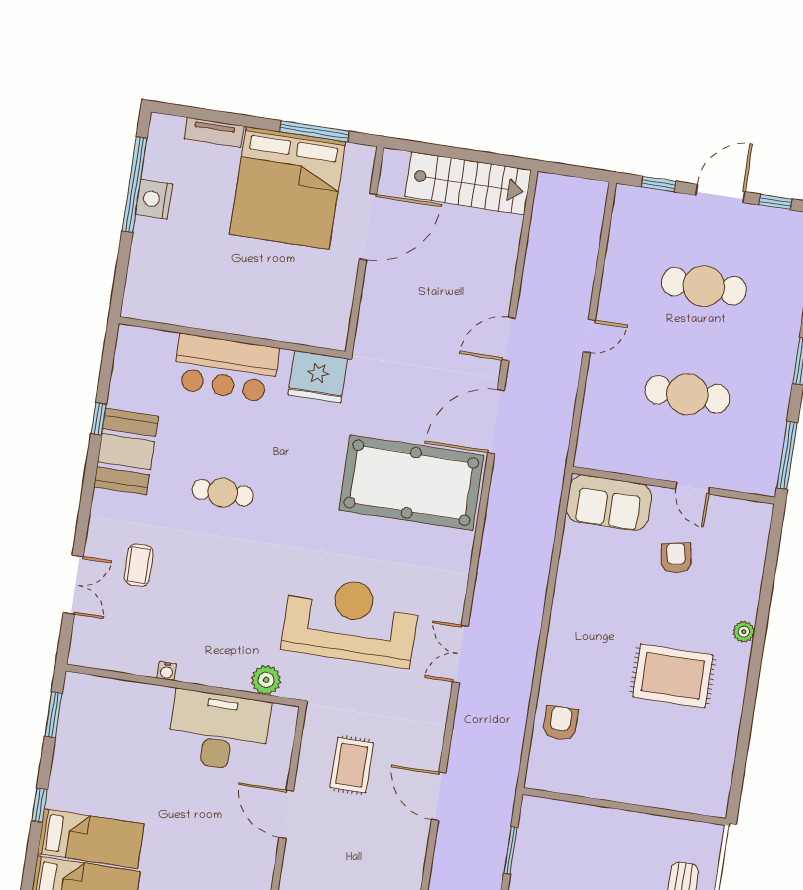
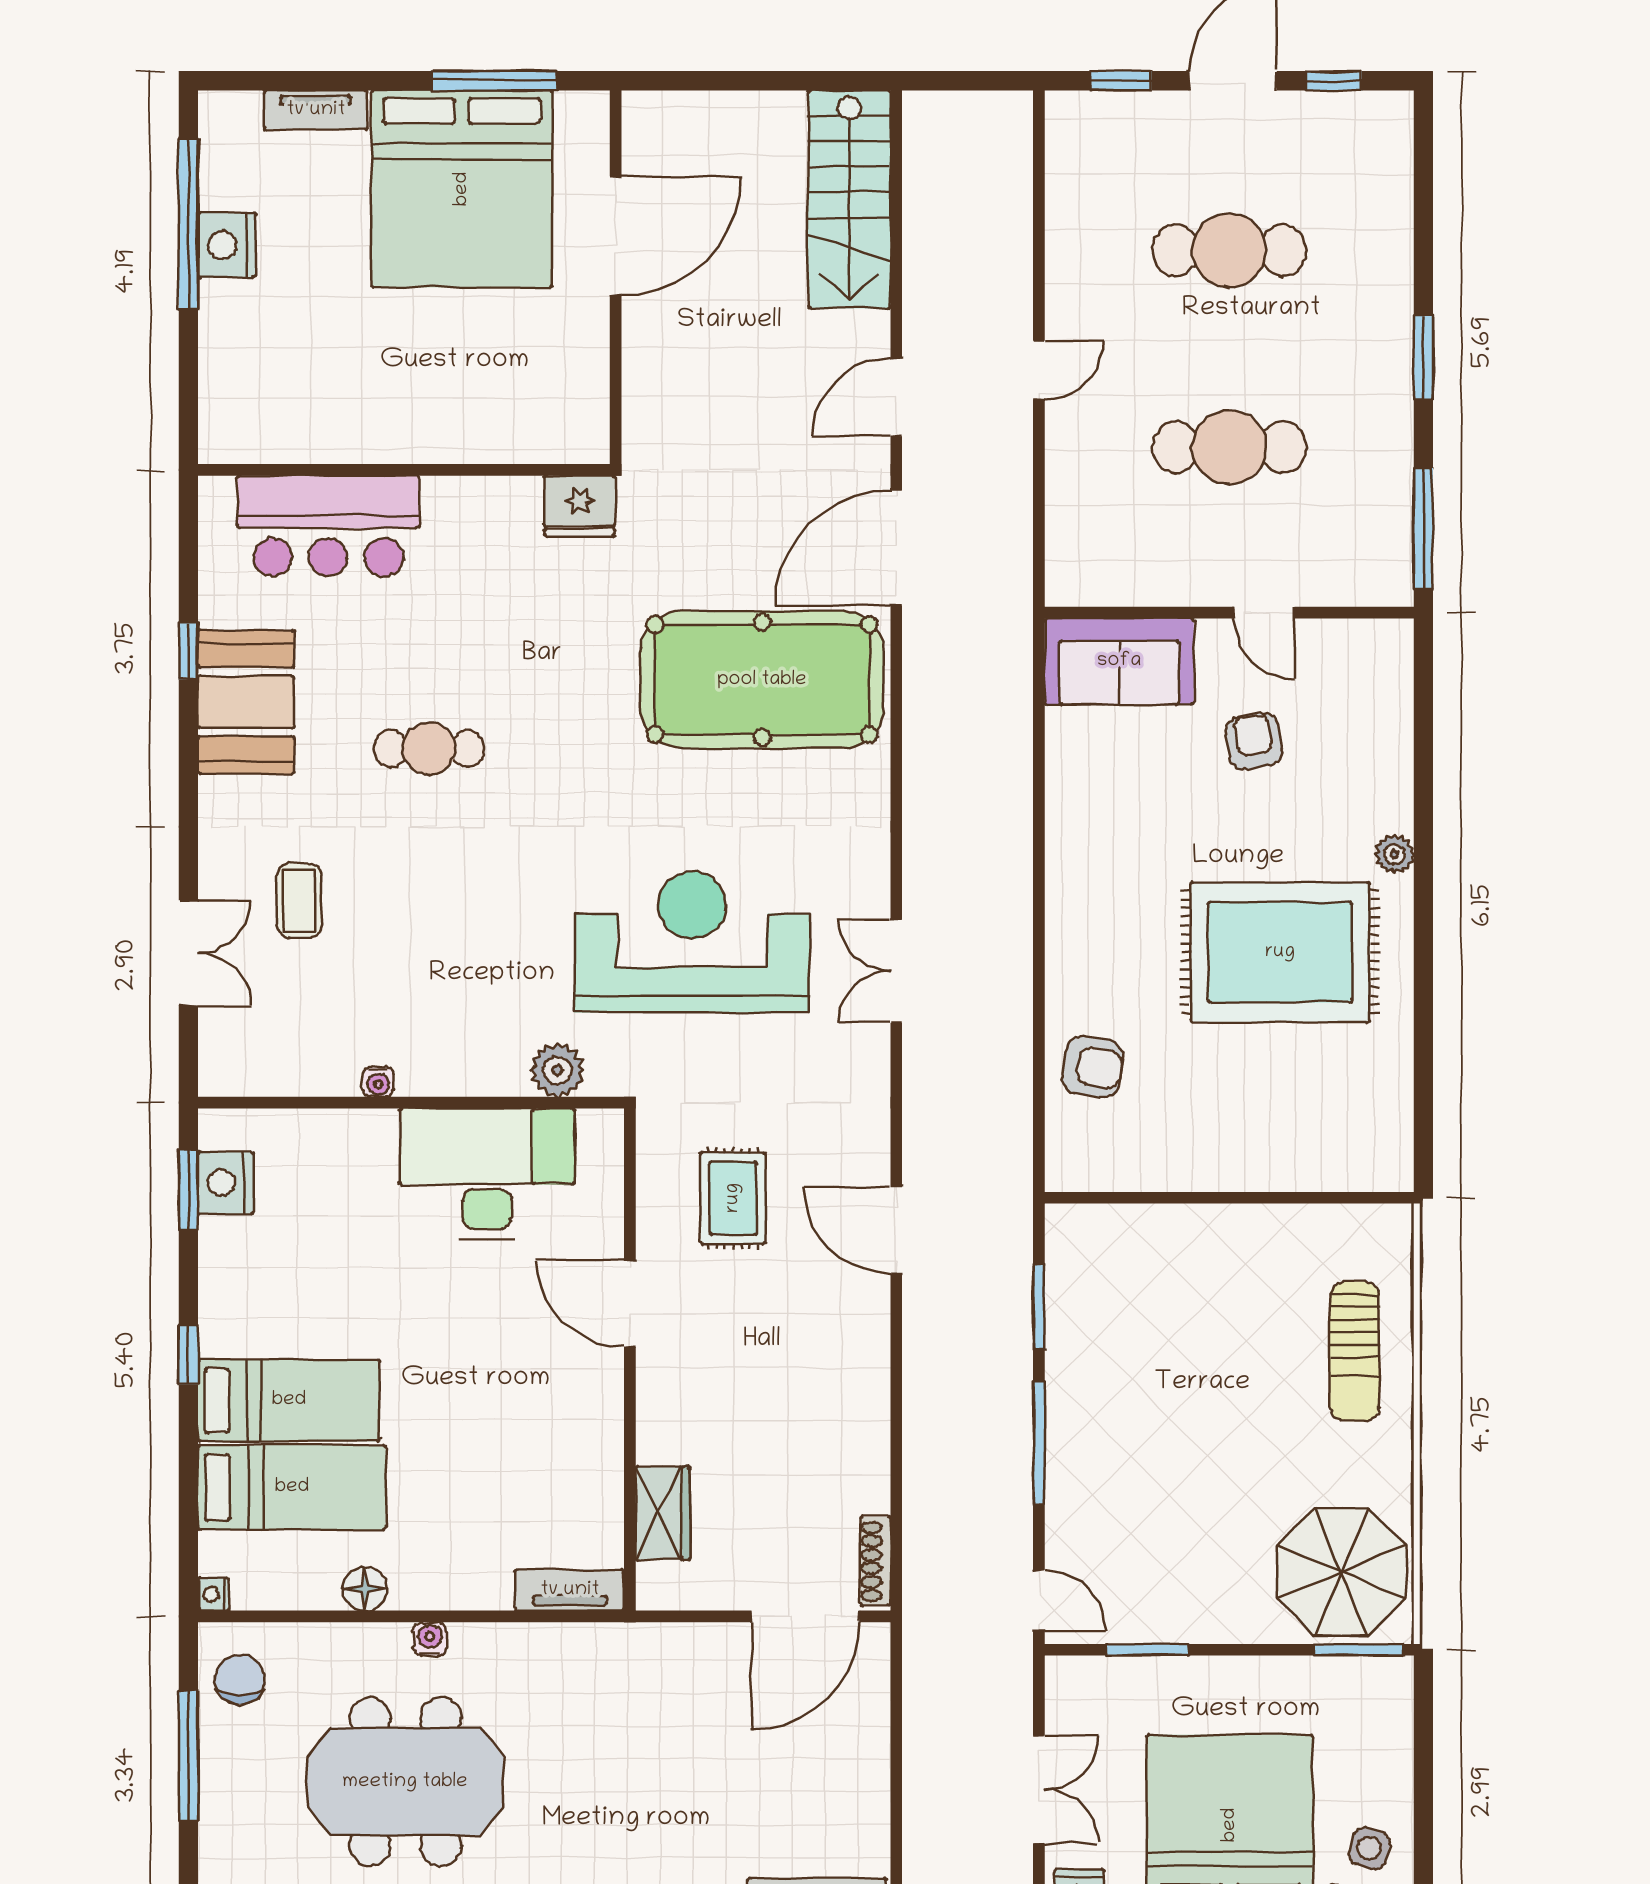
stairs: (468, 183) -> (849, 199), moved, turned 90
bar counter: (226, 368) -> (328, 526), moved
fridge: (318, 377) -> (579, 506), width x0.73, depth x0.75
rug: (673, 676) -> (1280, 952), width x1.37, depth x1.44
nightstand: (74, 714) -> (226, 1183), added
armchair: (560, 723) -> (1093, 1067), turned 100

